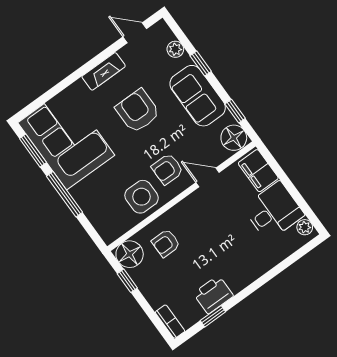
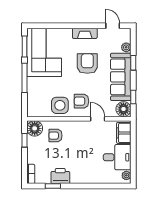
sofa: (198, 96) -> (121, 77), width x1.36

